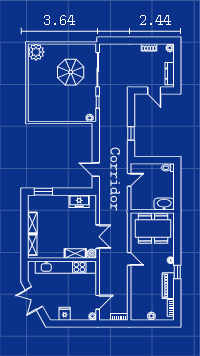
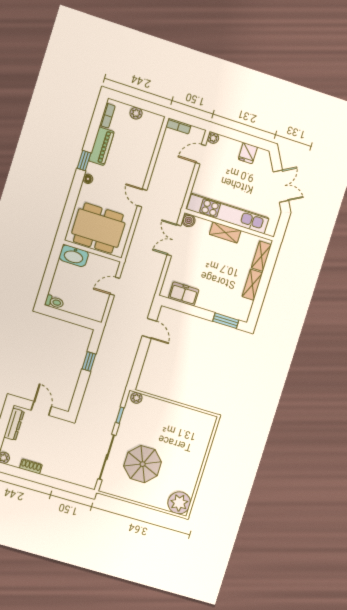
door: (129, 180) -> (115, 286), moved
shelving: (75, 253) -> (225, 232), moved

